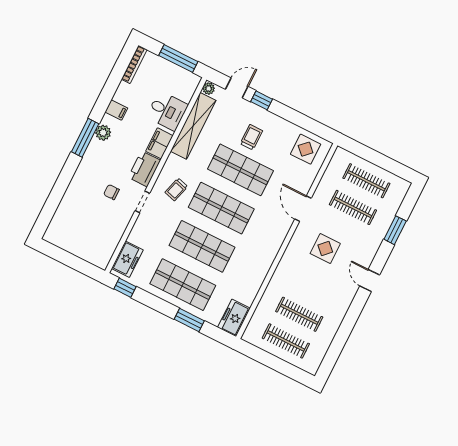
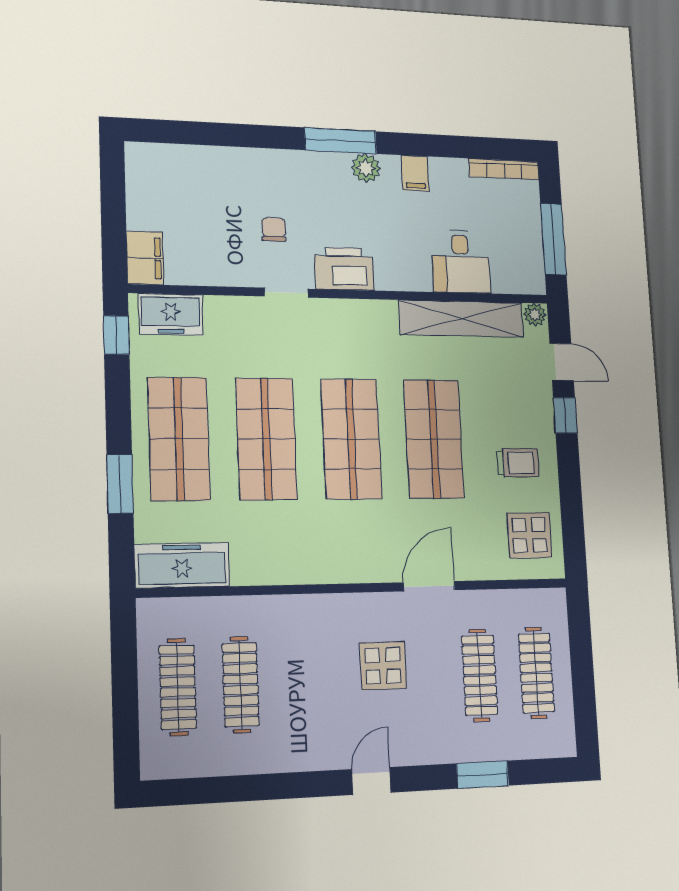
trolley: (251, 137) -> (518, 463), moved
filing cabinet: (159, 143) -> (145, 258), moved, turned 90
trolley: (176, 189) -> (340, 342), removed
freezer: (234, 318) -> (182, 565), width x1.40

